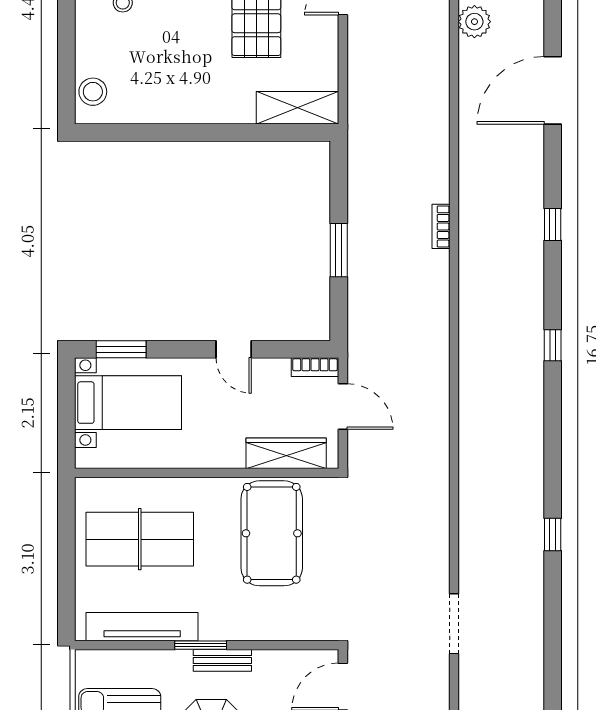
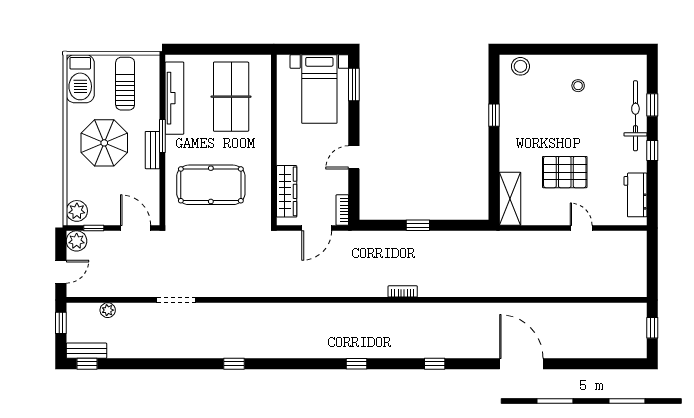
plant: (474, 22) -> (566, 313), removed
window: (168, 133) -> (494, 115), added
bookcase: (441, 226) -> (403, 291), moved
window: (339, 250) -> (418, 225), width x0.67
pool table: (272, 533) -> (211, 185), moved

